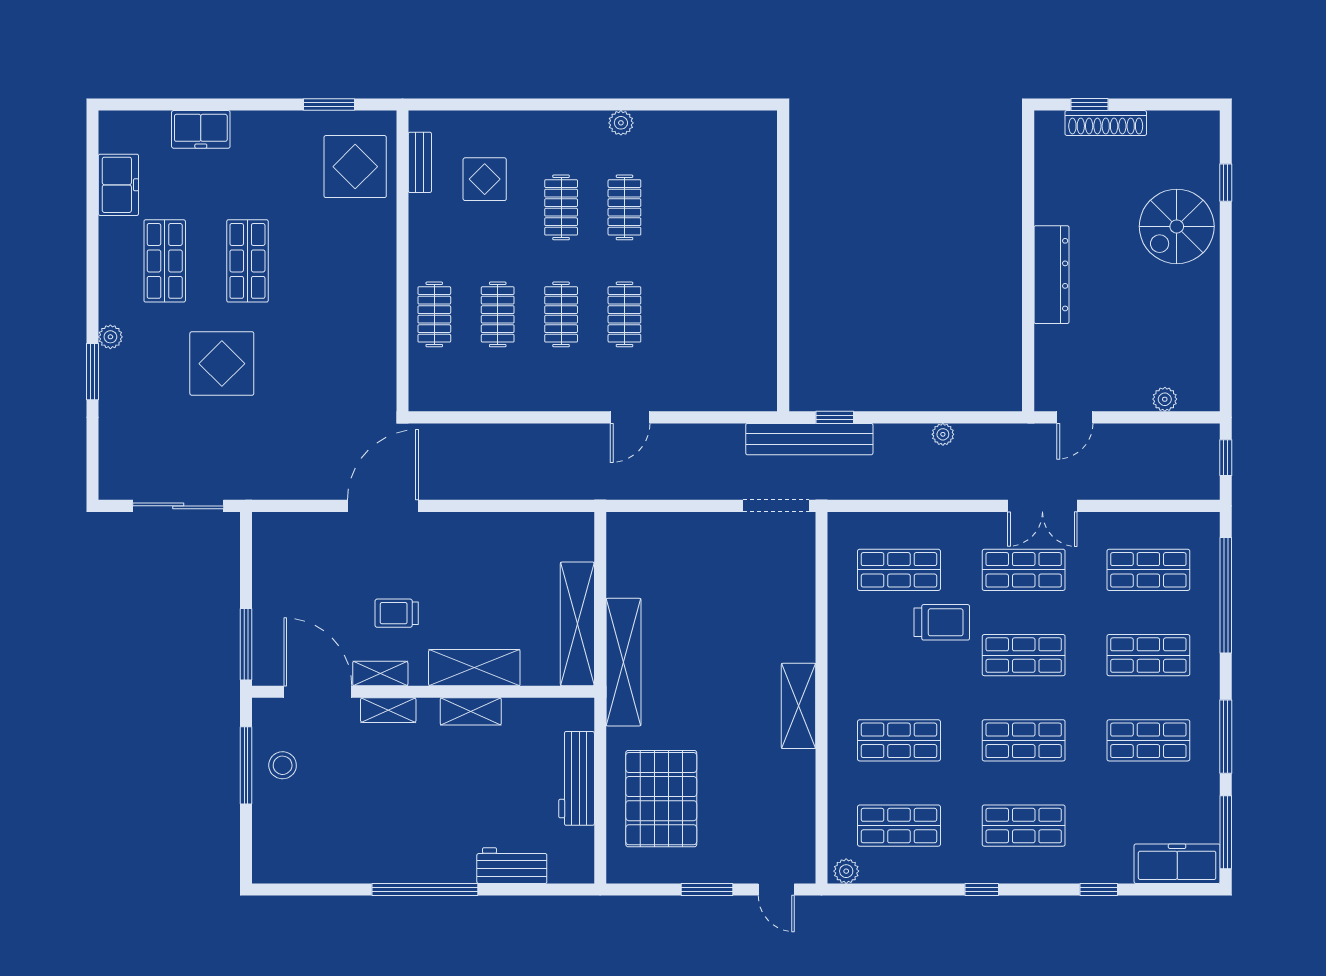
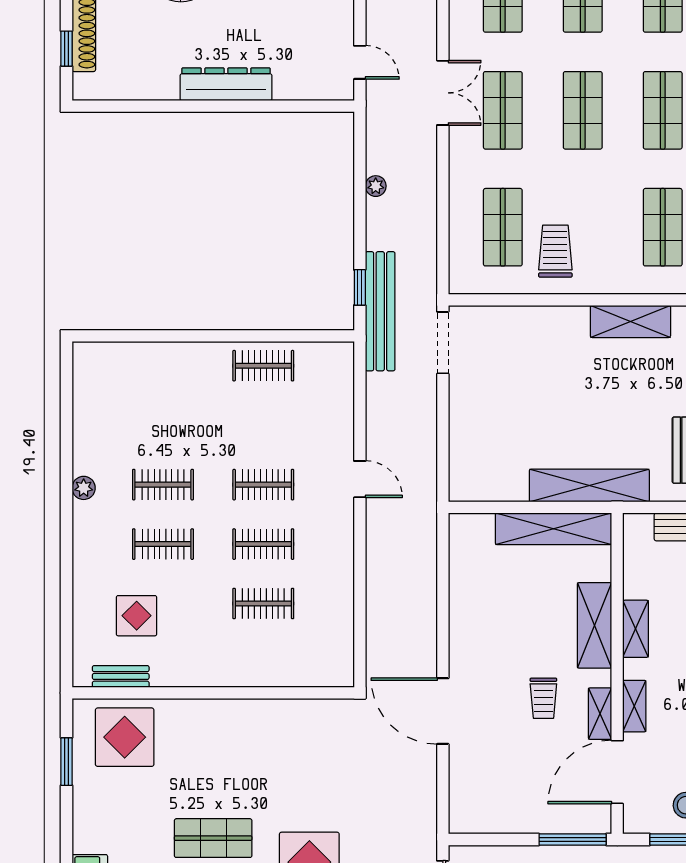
clothes rail: (434, 314) -> (263, 366), moved
trolley: (942, 622) -> (555, 251), moved

